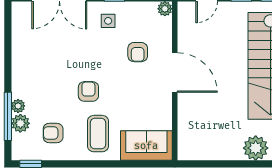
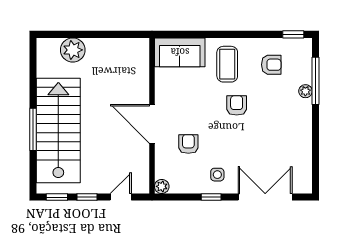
armchair: (88, 91) -> (237, 105), turned 180
plant: (20, 123) -> (303, 74), removed

